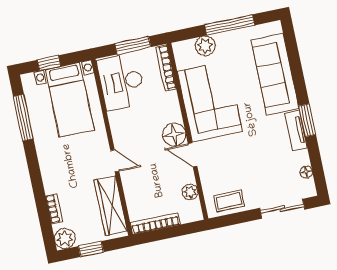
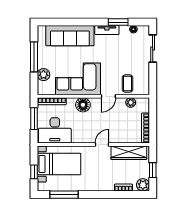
window: (307, 120) -> (118, 22), moved
floor lamp: (174, 134) -> (83, 105), moved
coffee table: (229, 201) -> (128, 84), moved

